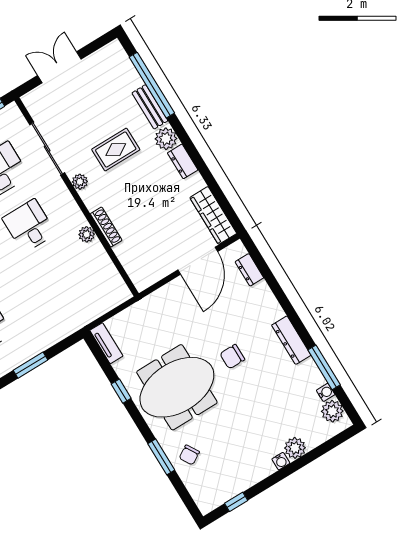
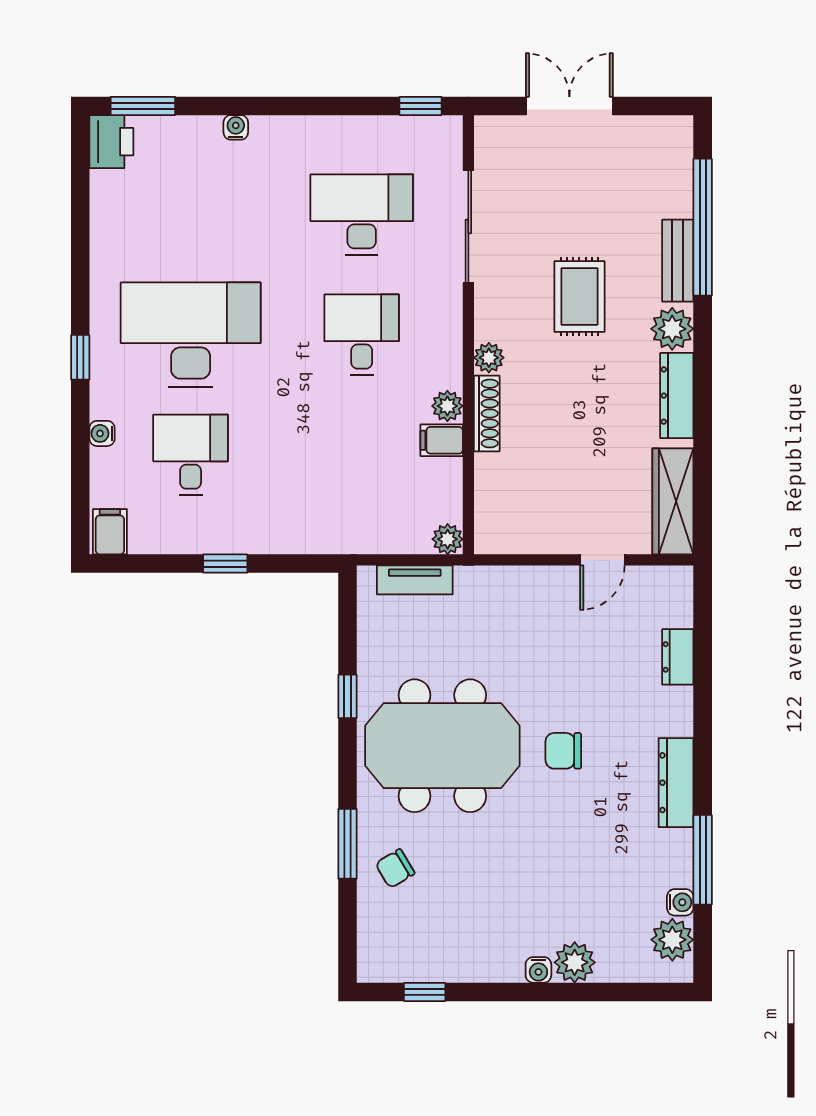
rug: (116, 150) -> (579, 296), turned 90
dresser: (183, 161) -> (677, 396), width x1.44
plant: (80, 182) -> (489, 358), moved
filing cabinet: (93, 251) -> (442, 440), added
door: (198, 261) -> (602, 560), width x0.53
dresser: (249, 270) -> (678, 657), moved
plant: (123, 294) -> (448, 539), added
tv unit: (106, 343) -> (415, 580), moved, turned 90
window: (30, 365) -> (225, 564), width x0.67

